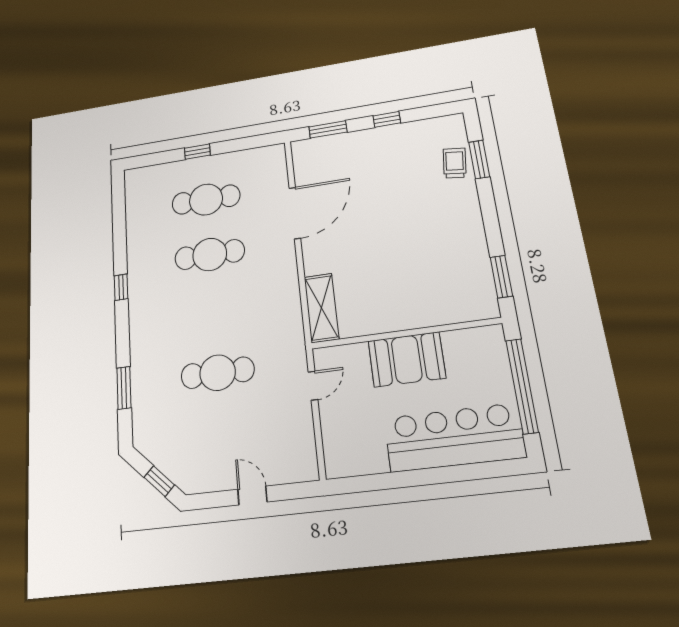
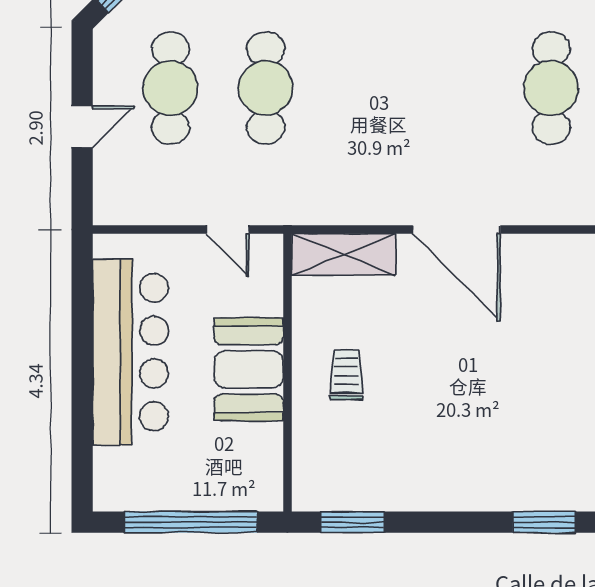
trolley: (455, 163) -> (346, 375), moved, turned -97
door: (295, 213) -> (456, 229), moved
cafe table: (210, 254) -> (170, 88), moved
bar counter: (454, 438) -> (130, 352), moved

